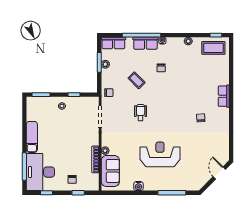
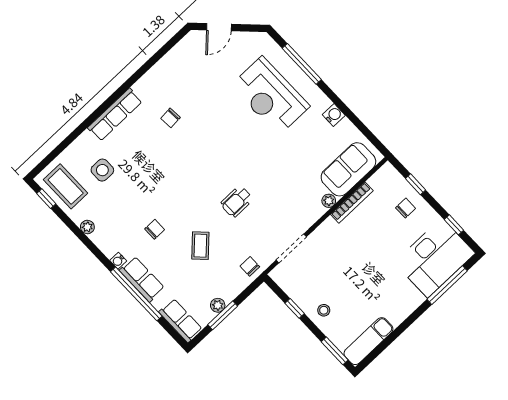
side table: (206, 69) -> (102, 170), added
row of seats: (224, 96) -> (115, 115), width x1.48
exam couch: (32, 137) -> (368, 341), moved
reception desk: (160, 154) -> (270, 96), moved

